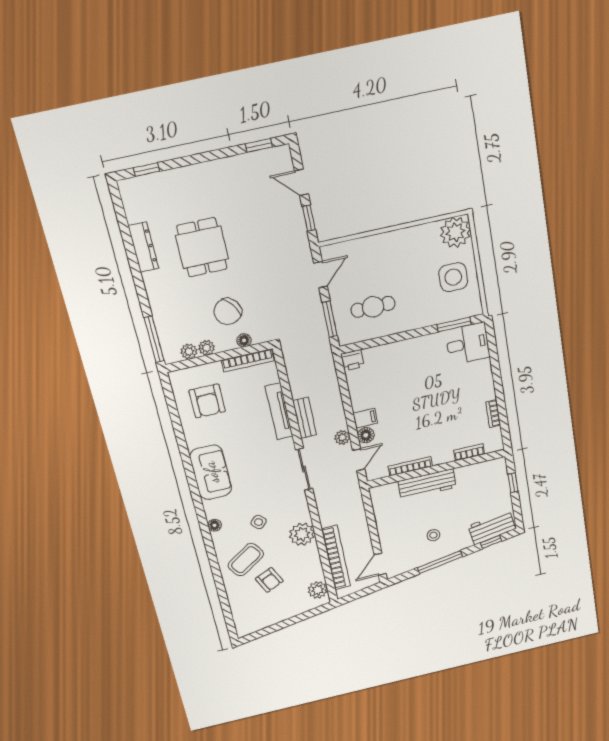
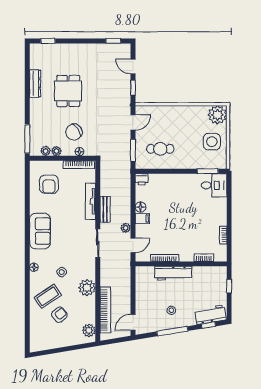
floor lamp: (366, 435) -> (141, 207), moved
armchair: (269, 580) -> (59, 315), turned -105

